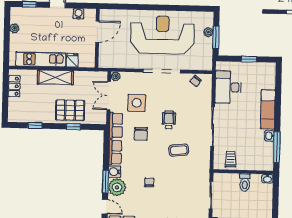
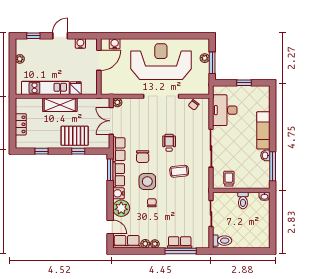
water cooler: (114, 15) -> (115, 44), added
locker: (14, 86) -> (21, 124), moved
side table: (137, 103) -> (147, 181), moved
window: (105, 182) -> (110, 170), moved

